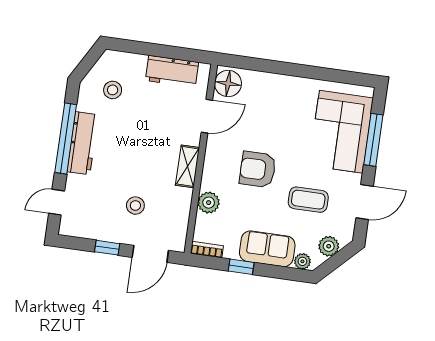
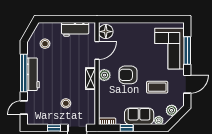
plant: (209, 203) -> (104, 75), moved

